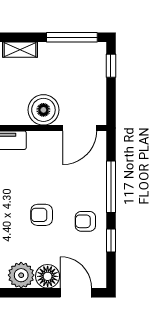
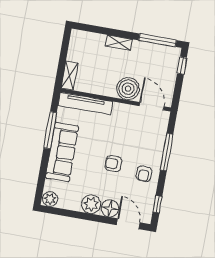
door: (80, 128) -> (152, 106), swing flipped
armchair: (85, 221) -> (144, 174), turned -86
window: (111, 240) -> (157, 204), moved

